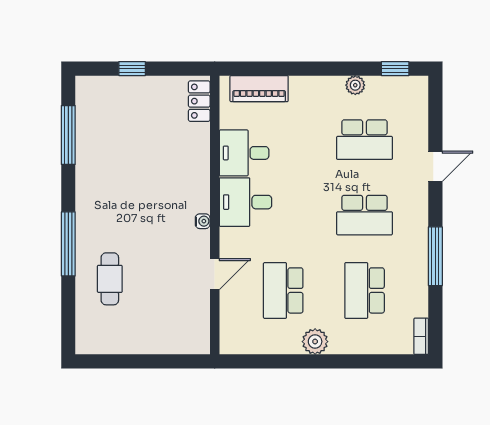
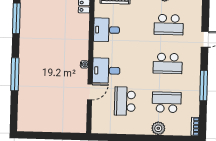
desk: (246, 202) -> (106, 71), moved
cafe table: (110, 279) -> (36, 93), removed
school desk: (365, 290) -> (167, 102), turned 90
plant: (315, 342) -> (158, 128), moved

